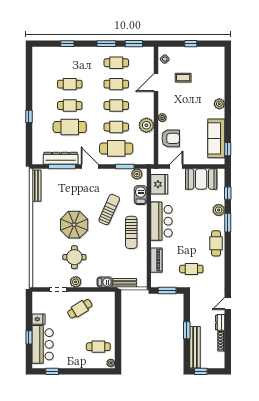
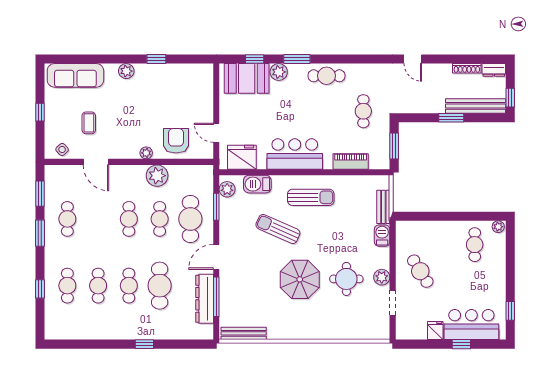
cafe table: (116, 84) -> (67, 286), moved
sofa: (216, 138) -> (75, 75), moved
window: (228, 149) -> (156, 59), moved
booth: (201, 179) -> (247, 78), moved, turned 90
dresser: (220, 322) -> (494, 70), moved

